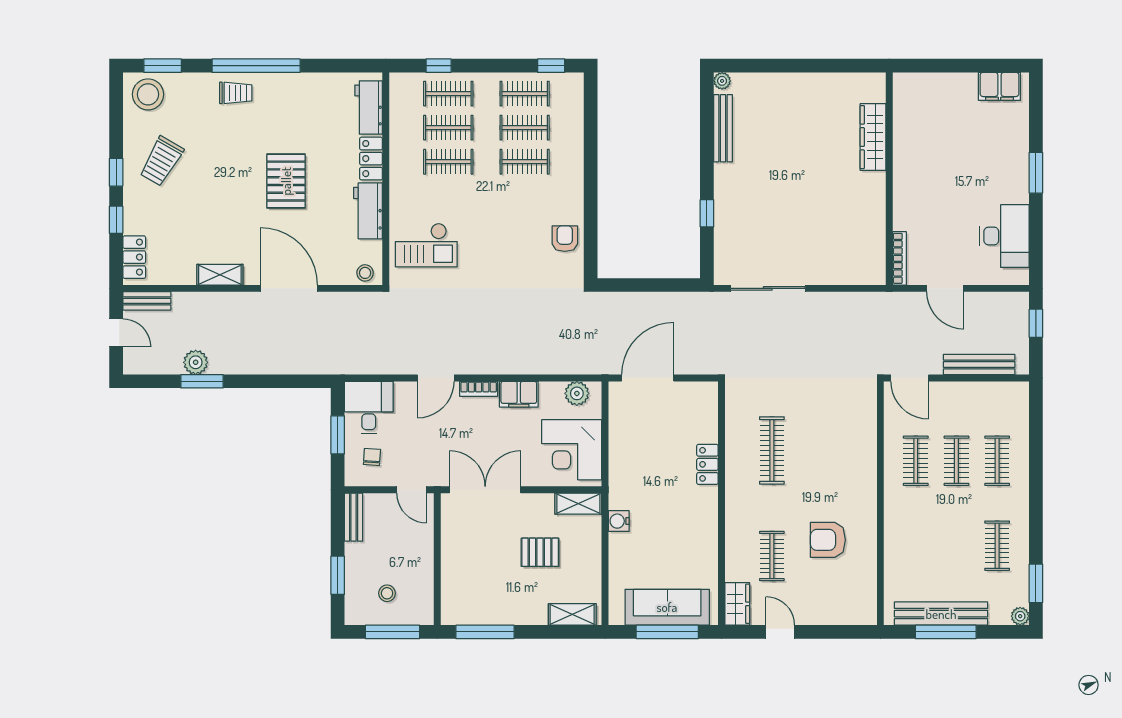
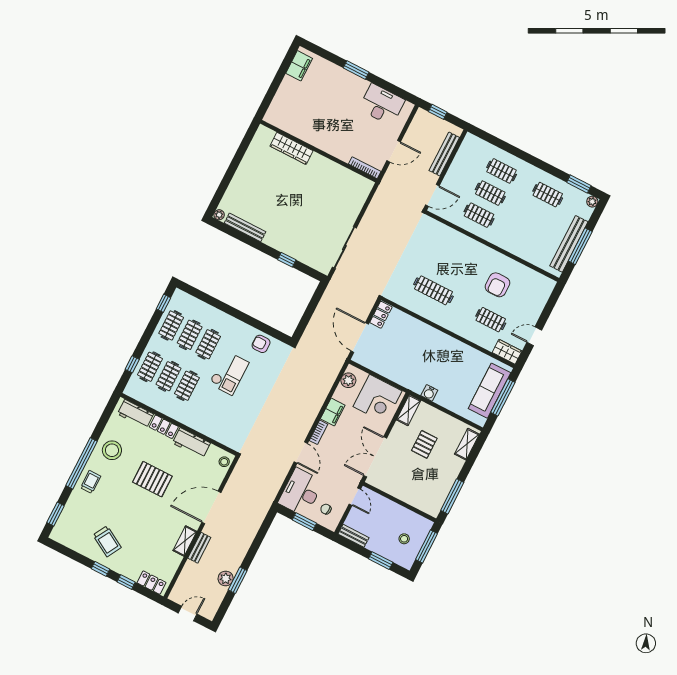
stool: (148, 94) -> (112, 450), moved
checkout: (426, 245) -> (229, 373), moved
bench: (147, 301) -> (199, 548), moved
desk: (369, 408) -> (301, 492), width x1.37
locker: (707, 464) -> (381, 315), moved, turned -90
door: (412, 490) -> (355, 497), hinge flipped

